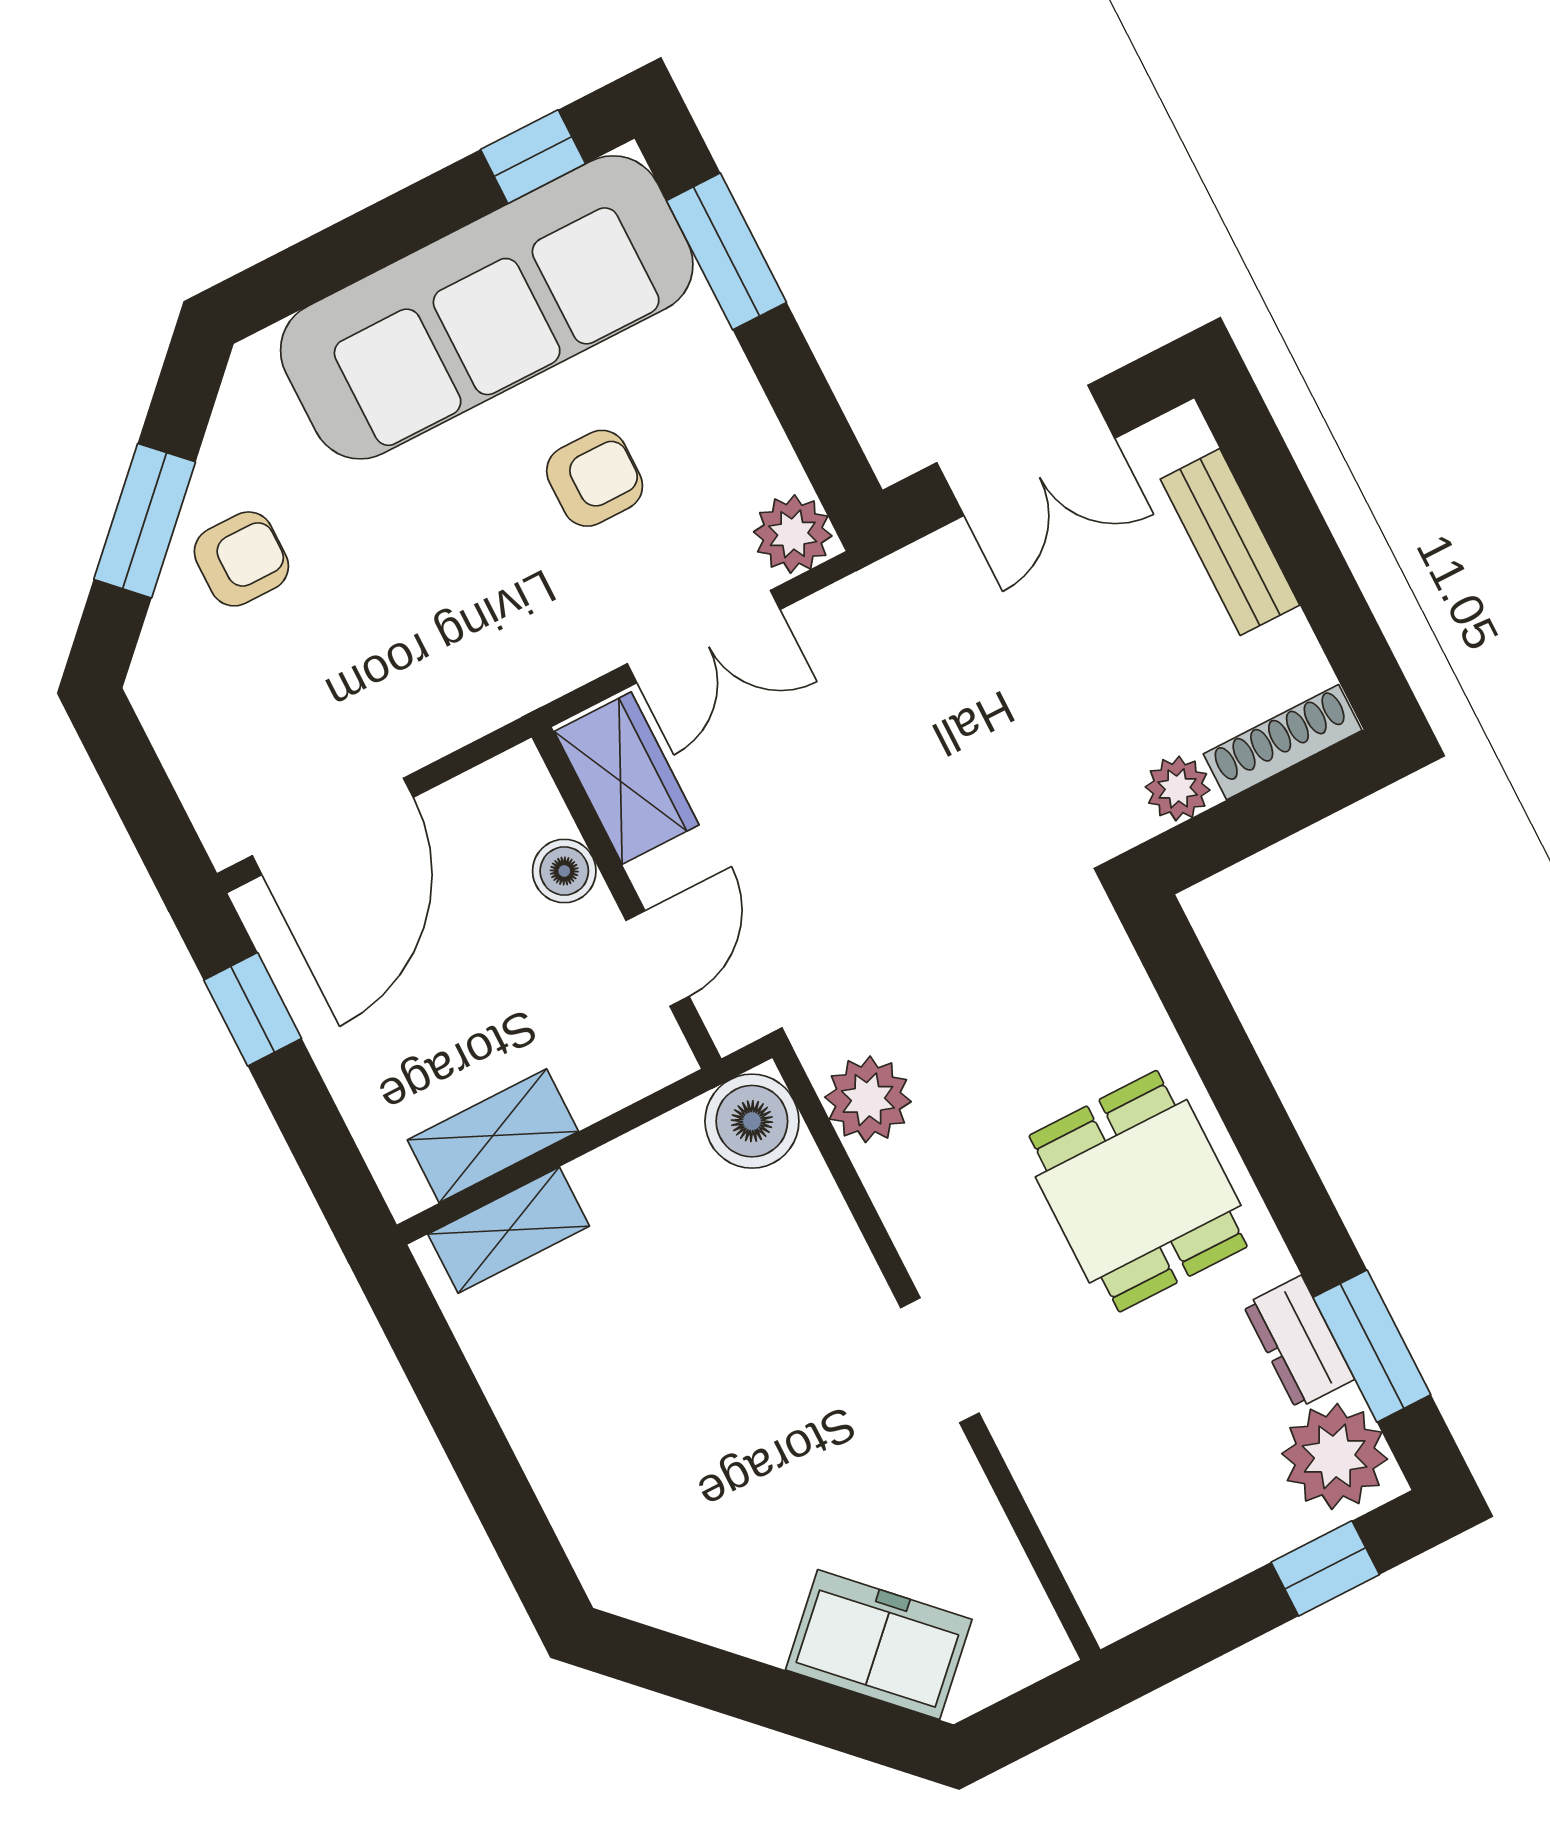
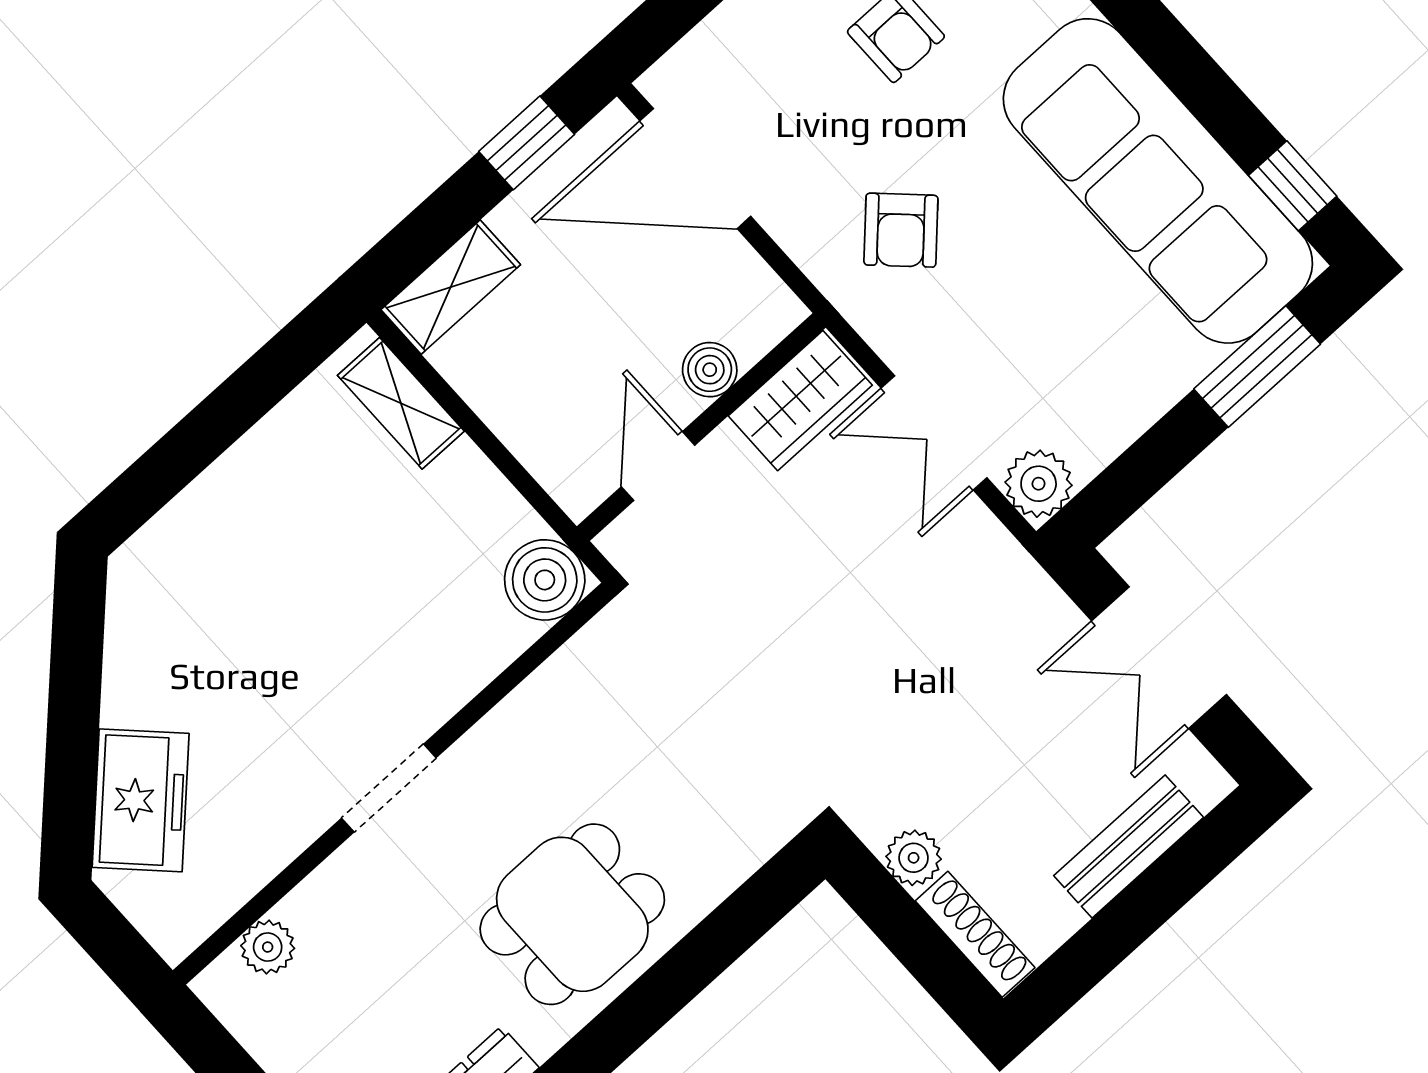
armchair: (595, 478) -> (901, 230), moved, turned 44
door: (657, 958) -> (658, 466), swing flipped
plant: (868, 1099) -> (268, 947), moved, width x0.73, depth x0.73
shelving: (493, 1136) -> (451, 287), moved, turned 90

